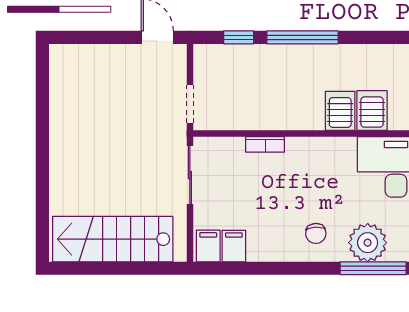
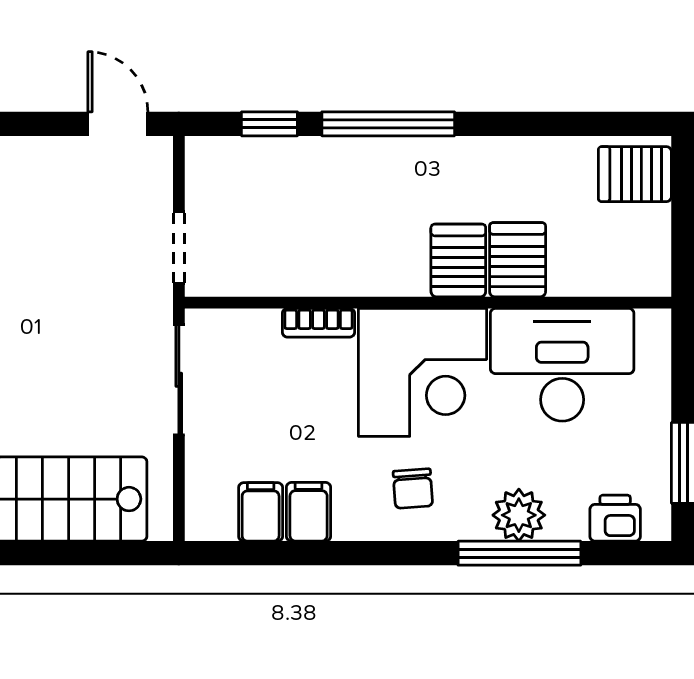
corner desk: (321, 171) -> (422, 372), added
plant: (368, 243) -> (519, 515), width x0.73, depth x0.73
filing cabinet: (208, 246) -> (309, 512), moved

